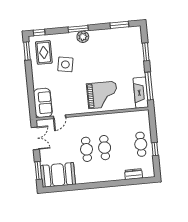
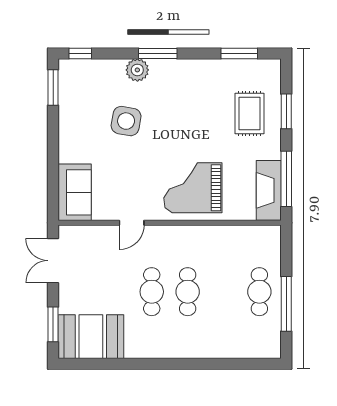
plant: (83, 37) -> (137, 70), moved
rug: (44, 52) -> (250, 114), moved
grand piano: (102, 95) -> (193, 188), turned 180
door: (60, 117) -> (132, 223), moved
double door: (35, 138) -> (53, 261), swing flipped
window: (155, 149) -> (286, 304), width x2.17
dresser: (134, 174) -> (239, 349), removed

